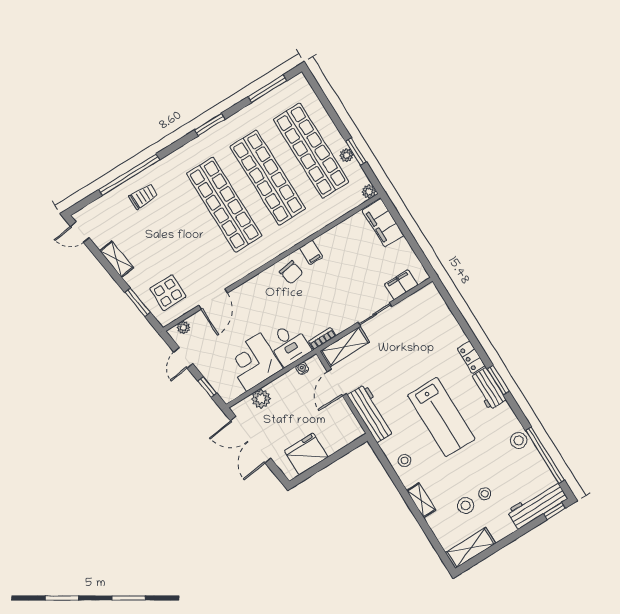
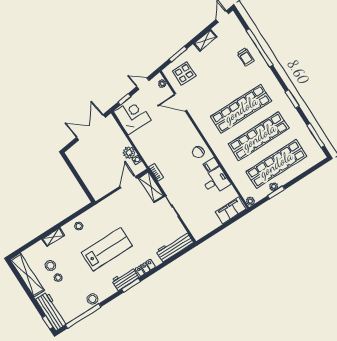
filing cabinet: (401, 285) -> (191, 223), removed
desk: (289, 344) -> (216, 181), moved, turned 180
corner desk: (253, 362) -> (132, 116), moved
door: (337, 383) -> (128, 182), hinge flipped
plant: (261, 399) -> (129, 153), moved
workbench: (371, 413) -> (175, 247), moved, turned 180
lab bench: (441, 417) -> (107, 249), turned 180
fridge: (306, 454) -> (82, 163), removed
shelving: (471, 548) -> (27, 275), width x1.47

